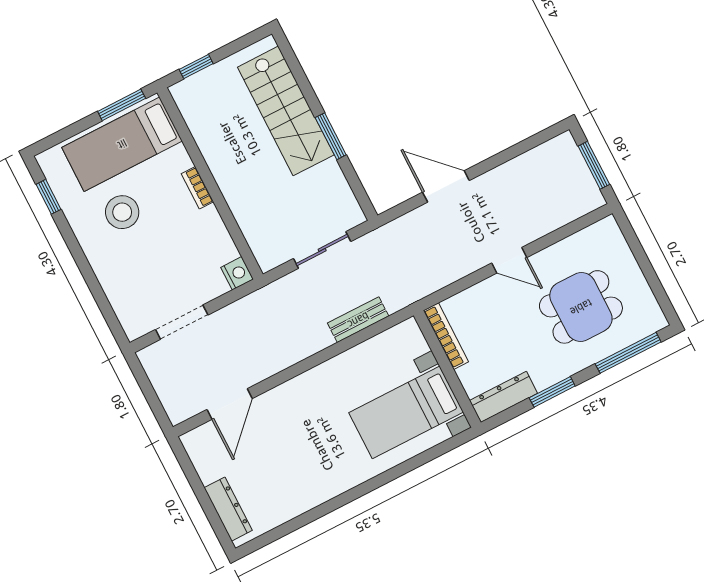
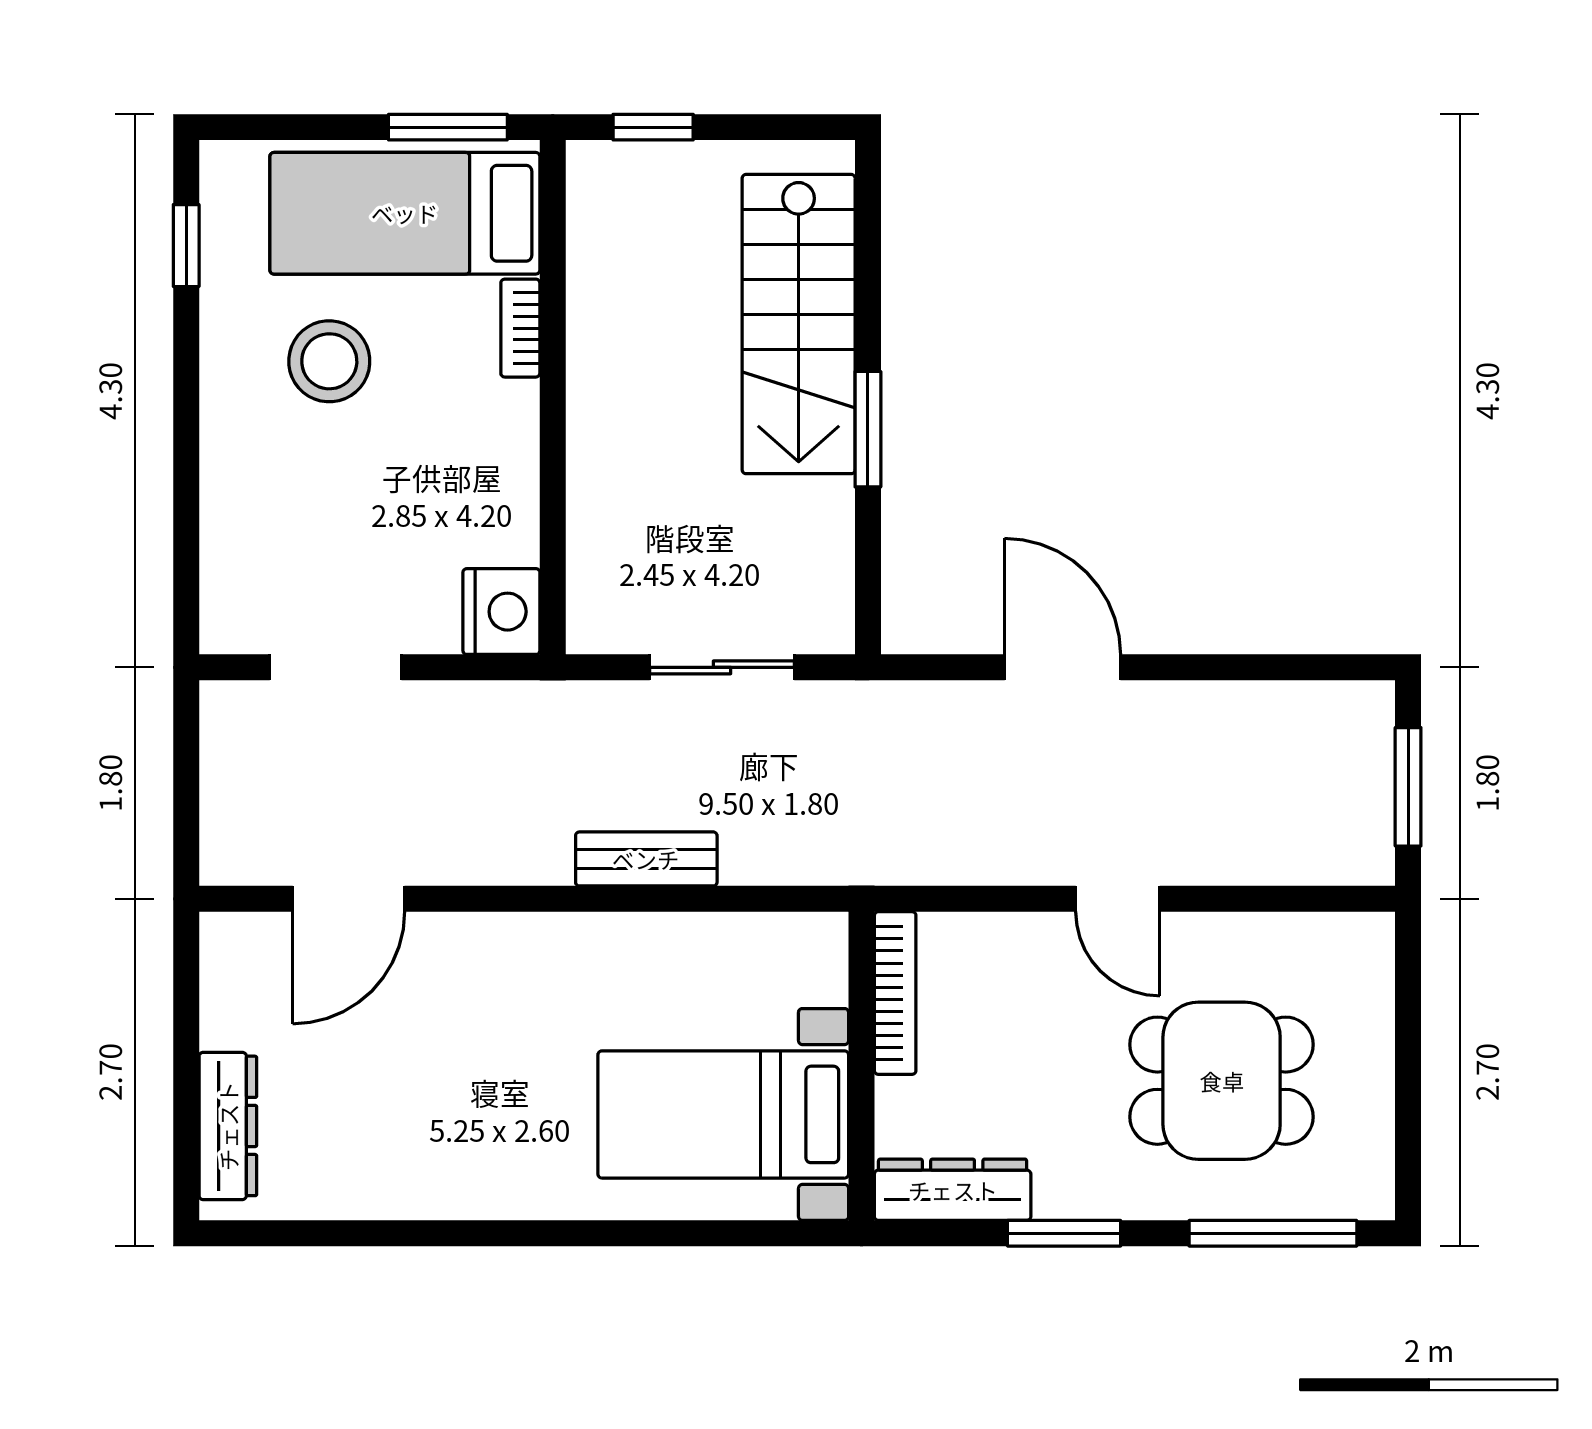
bookcase: (197, 188) -> (520, 328), moved
nightstand: (237, 273) -> (501, 612), width x1.36, depth x1.33
bench: (358, 320) -> (646, 859), moved

